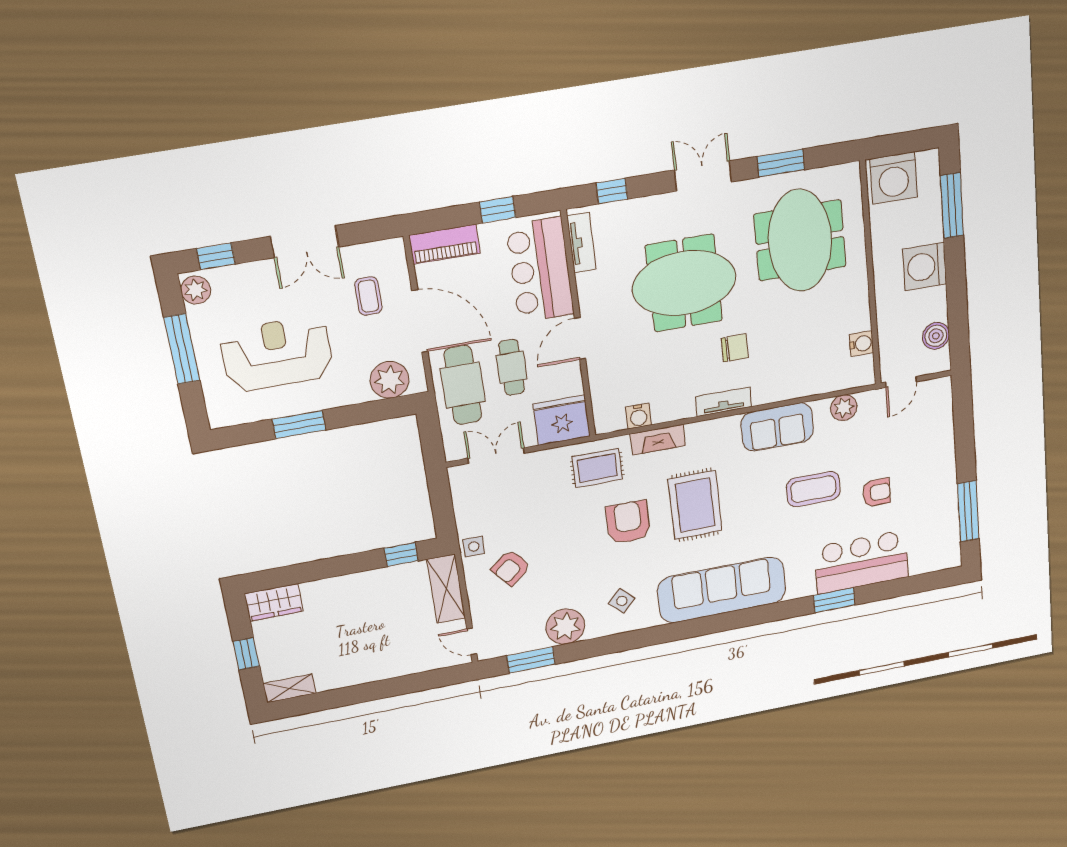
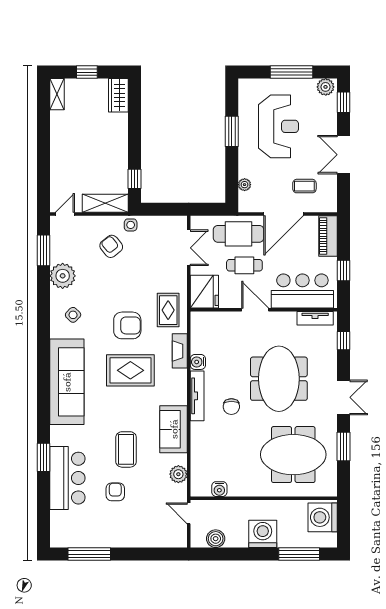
plant: (390, 380) -> (245, 185), width x0.53, depth x0.53
tv unit: (723, 402) -> (197, 396), width x1.41
water cooler: (638, 416) -> (198, 362), moved
armchair: (876, 493) -> (115, 492), turned 180

